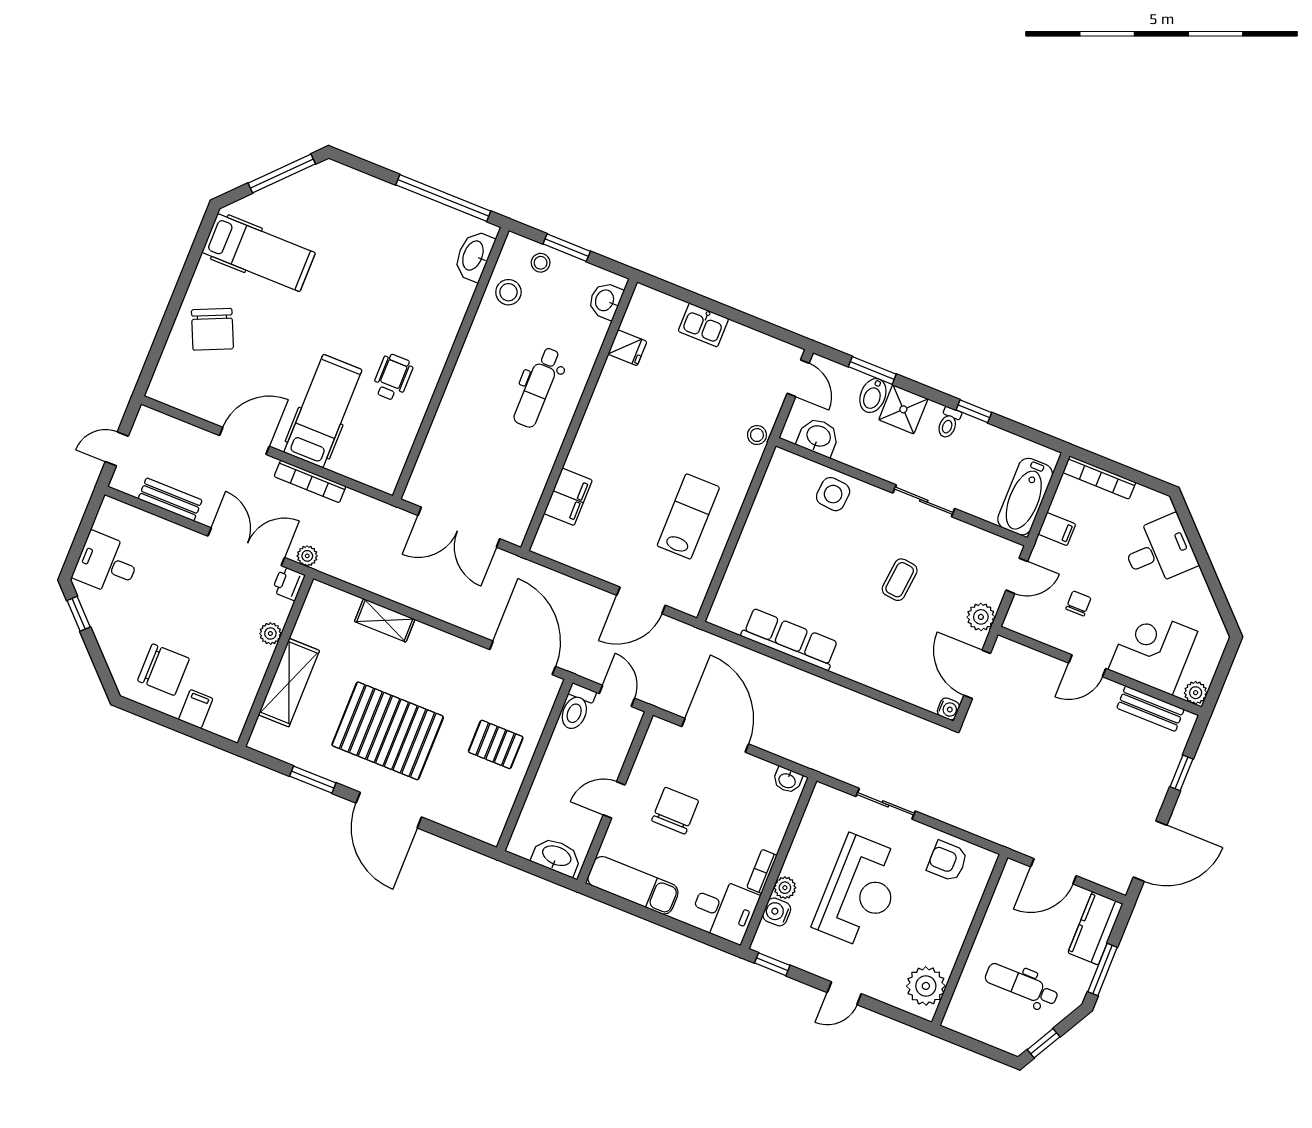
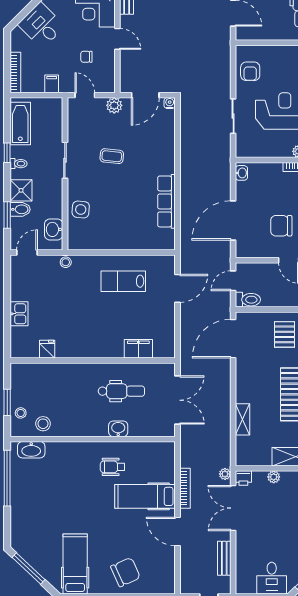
washbasin: (605, 301) -> (118, 429), moved, turned 180
dental chair: (538, 387) -> (121, 391), moved
bathtub: (1025, 497) -> (20, 123), moved, turned -90
door: (641, 600) -> (178, 288), hinge flipped

